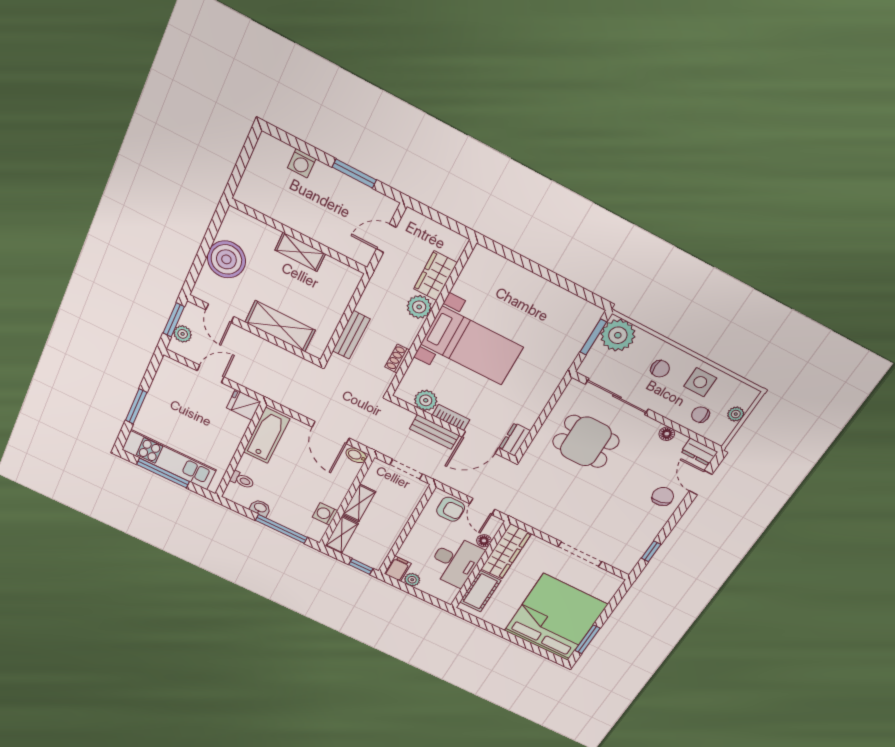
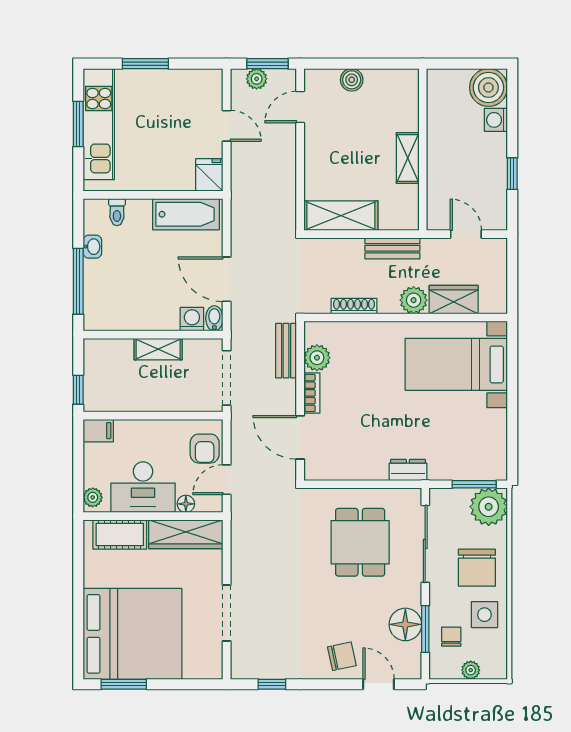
boiler: (271, 155) -> (488, 87), added
window: (354, 173) -> (512, 174), width x0.67
boiler: (226, 259) -> (352, 80), width x0.54, depth x0.54
shelving: (280, 326) -> (341, 216), moved, turned 90
bench: (351, 335) -> (392, 248), moved
bed with nightstands: (472, 346) -> (456, 364), moved, turned 90
shoe rack: (397, 359) -> (354, 306), width x1.43
chair: (660, 369) -> (477, 568), width x1.87, depth x1.87
window: (682, 430) -> (425, 629), added
bench: (434, 432) -> (286, 351), moved
door: (331, 433) -> (227, 279), hinge flipped
floor lamp: (667, 434) -> (405, 624), width x1.89, depth x1.89
dresser: (515, 439) -> (408, 470), moved
dresser: (699, 452) -> (411, 661), removed
doorway: (406, 469) -> (227, 378), width x1.38
window: (163, 473) -> (78, 124), width x0.69
door: (701, 483) -> (379, 684), hinge flipped
washing machine: (325, 514) -> (192, 319), moved
shelving: (342, 535) -> (108, 349), removed
plant: (412, 580) -> (93, 497), moved

